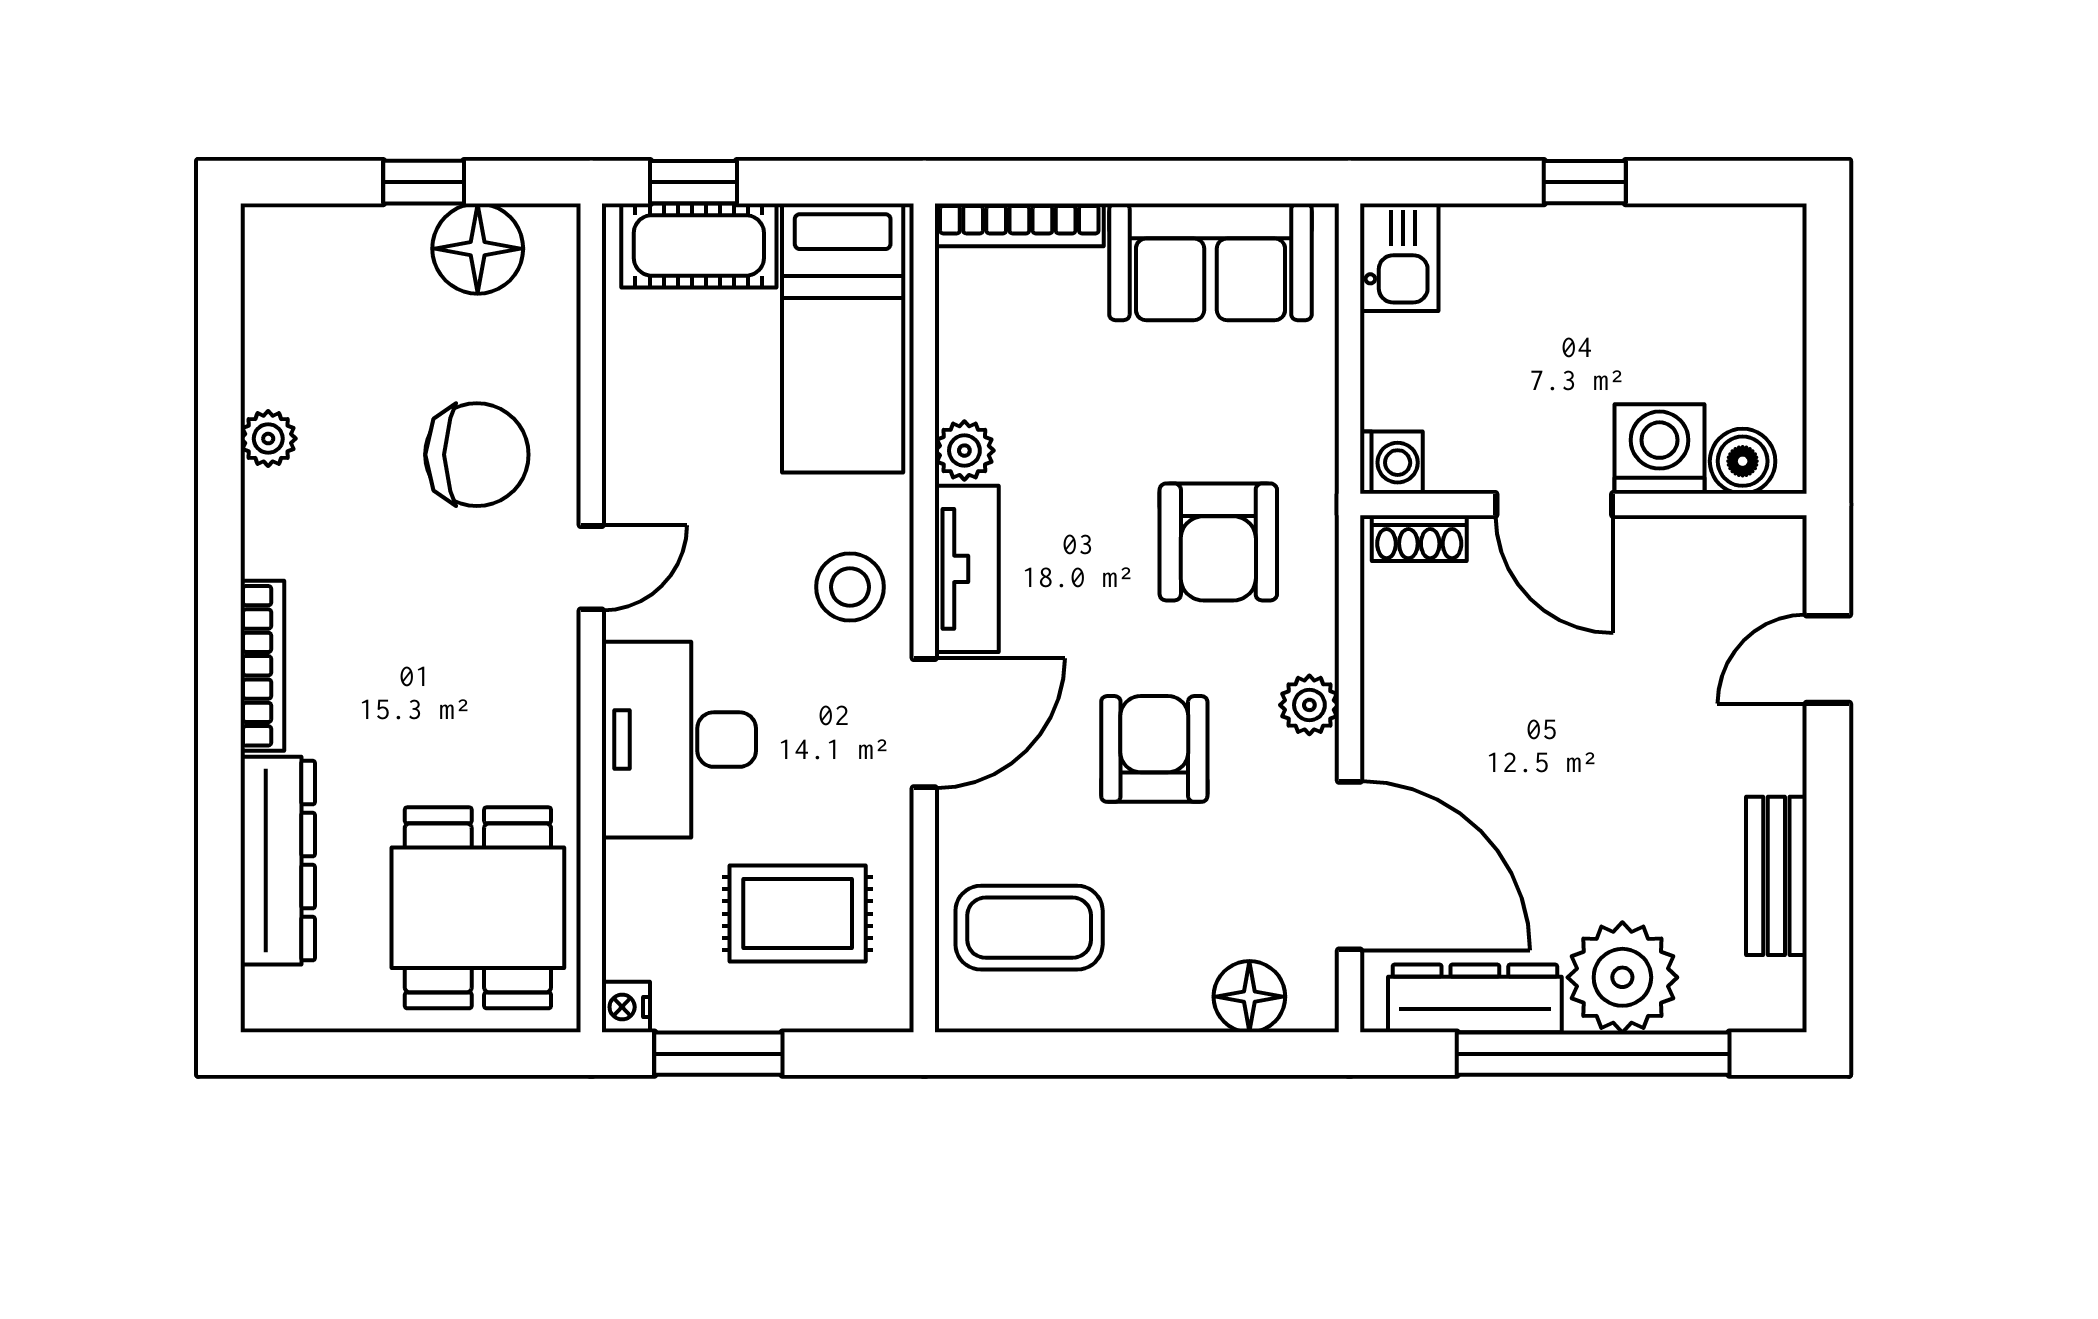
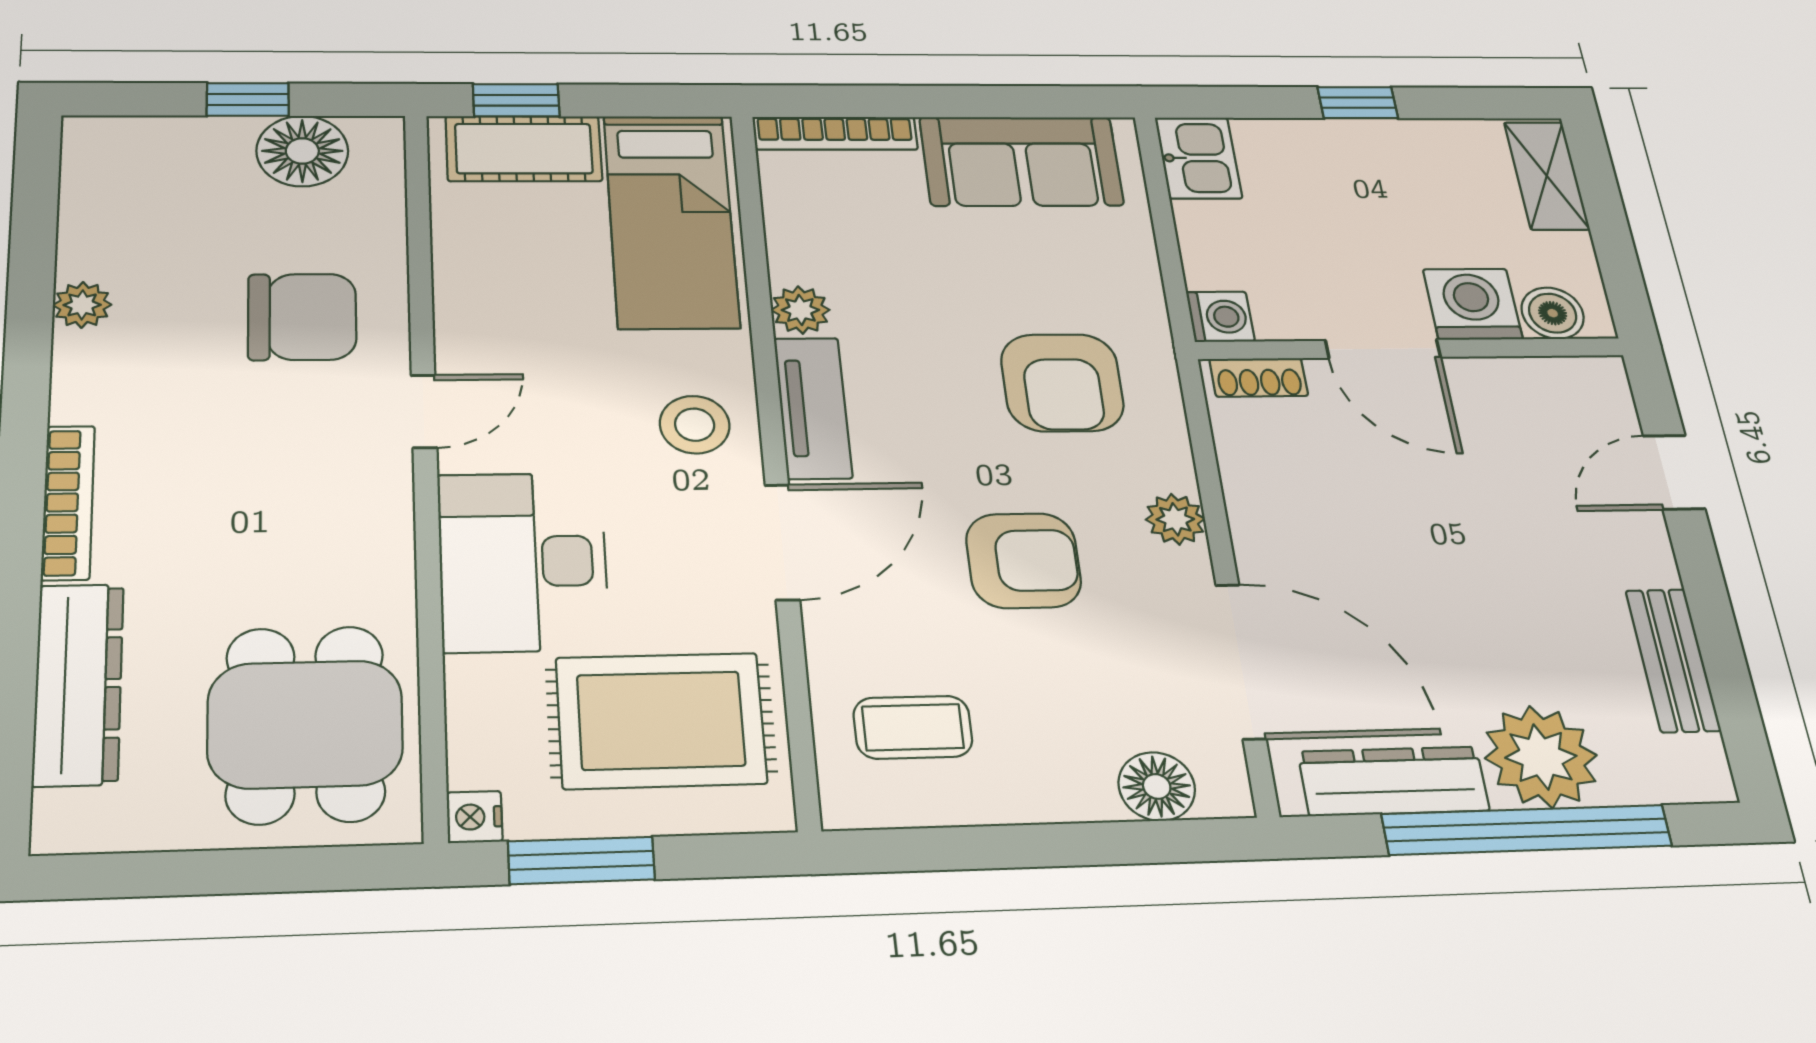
shelving: (1774, 281) -> (1547, 176), added
armchair: (1154, 749) -> (1023, 561), turned 90
rug: (798, 914) -> (661, 720), width x1.36, depth x1.43
coffee table: (1029, 928) -> (913, 727), width x0.73, depth x0.77

